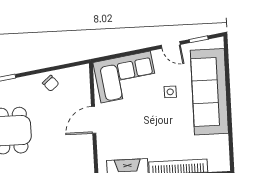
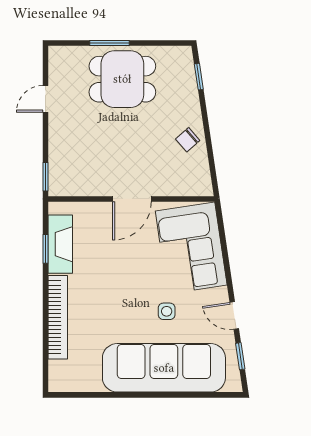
door: (171, 45) -> (234, 315), hinge flipped
door: (94, 120) -> (132, 199), swing flipped

